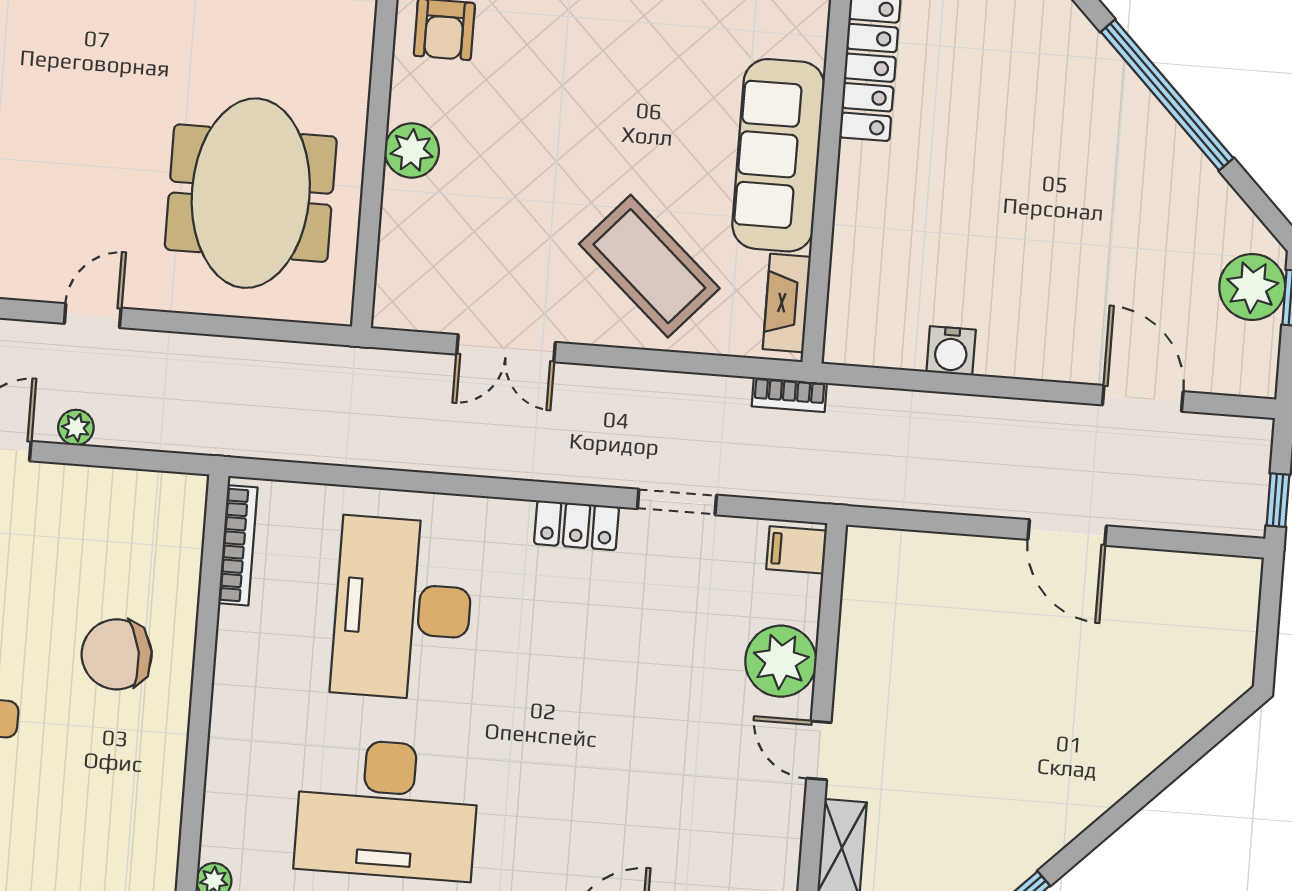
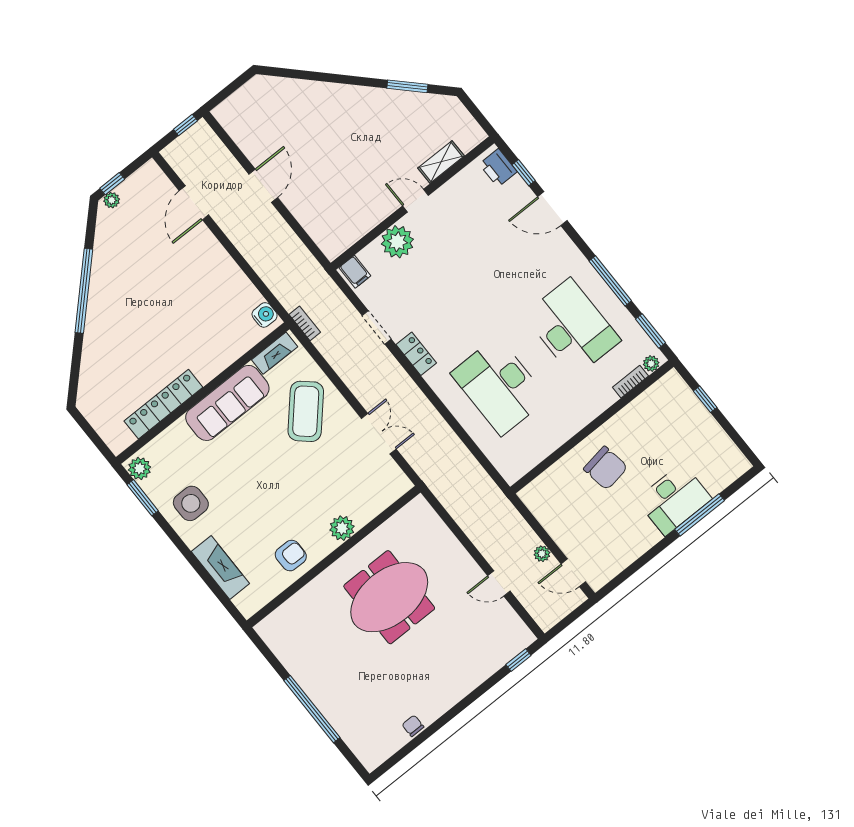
meeting table: (251, 193) -> (389, 597), moved
plant: (1252, 287) -> (112, 200), width x0.53, depth x0.53
water cooler: (951, 351) -> (265, 315), moved
bookcase: (238, 545) -> (630, 382), moved, width x0.64
desk: (403, 608) -> (499, 386), turned 90
door: (819, 750) -> (415, 201), swing flipped

